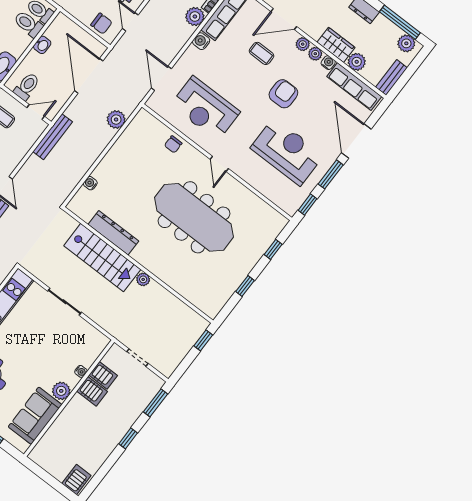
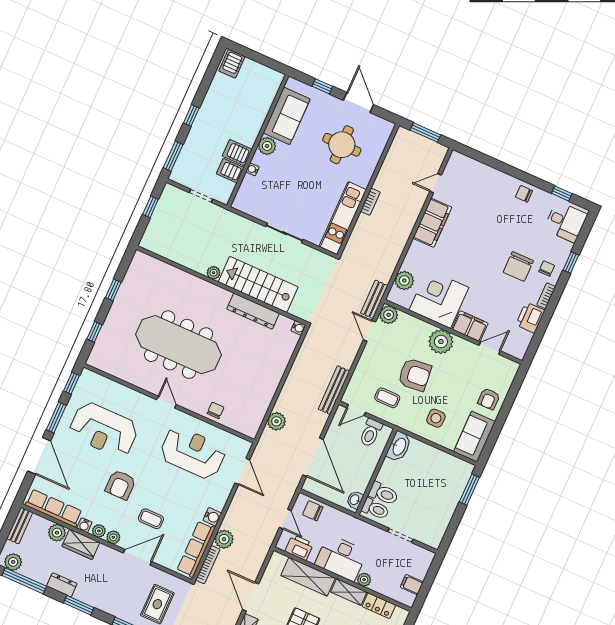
washbasin: (42, 45) -> (355, 500), moved
water cooler: (90, 183) -> (298, 328), moved
window: (203, 340) -> (150, 207), moved

